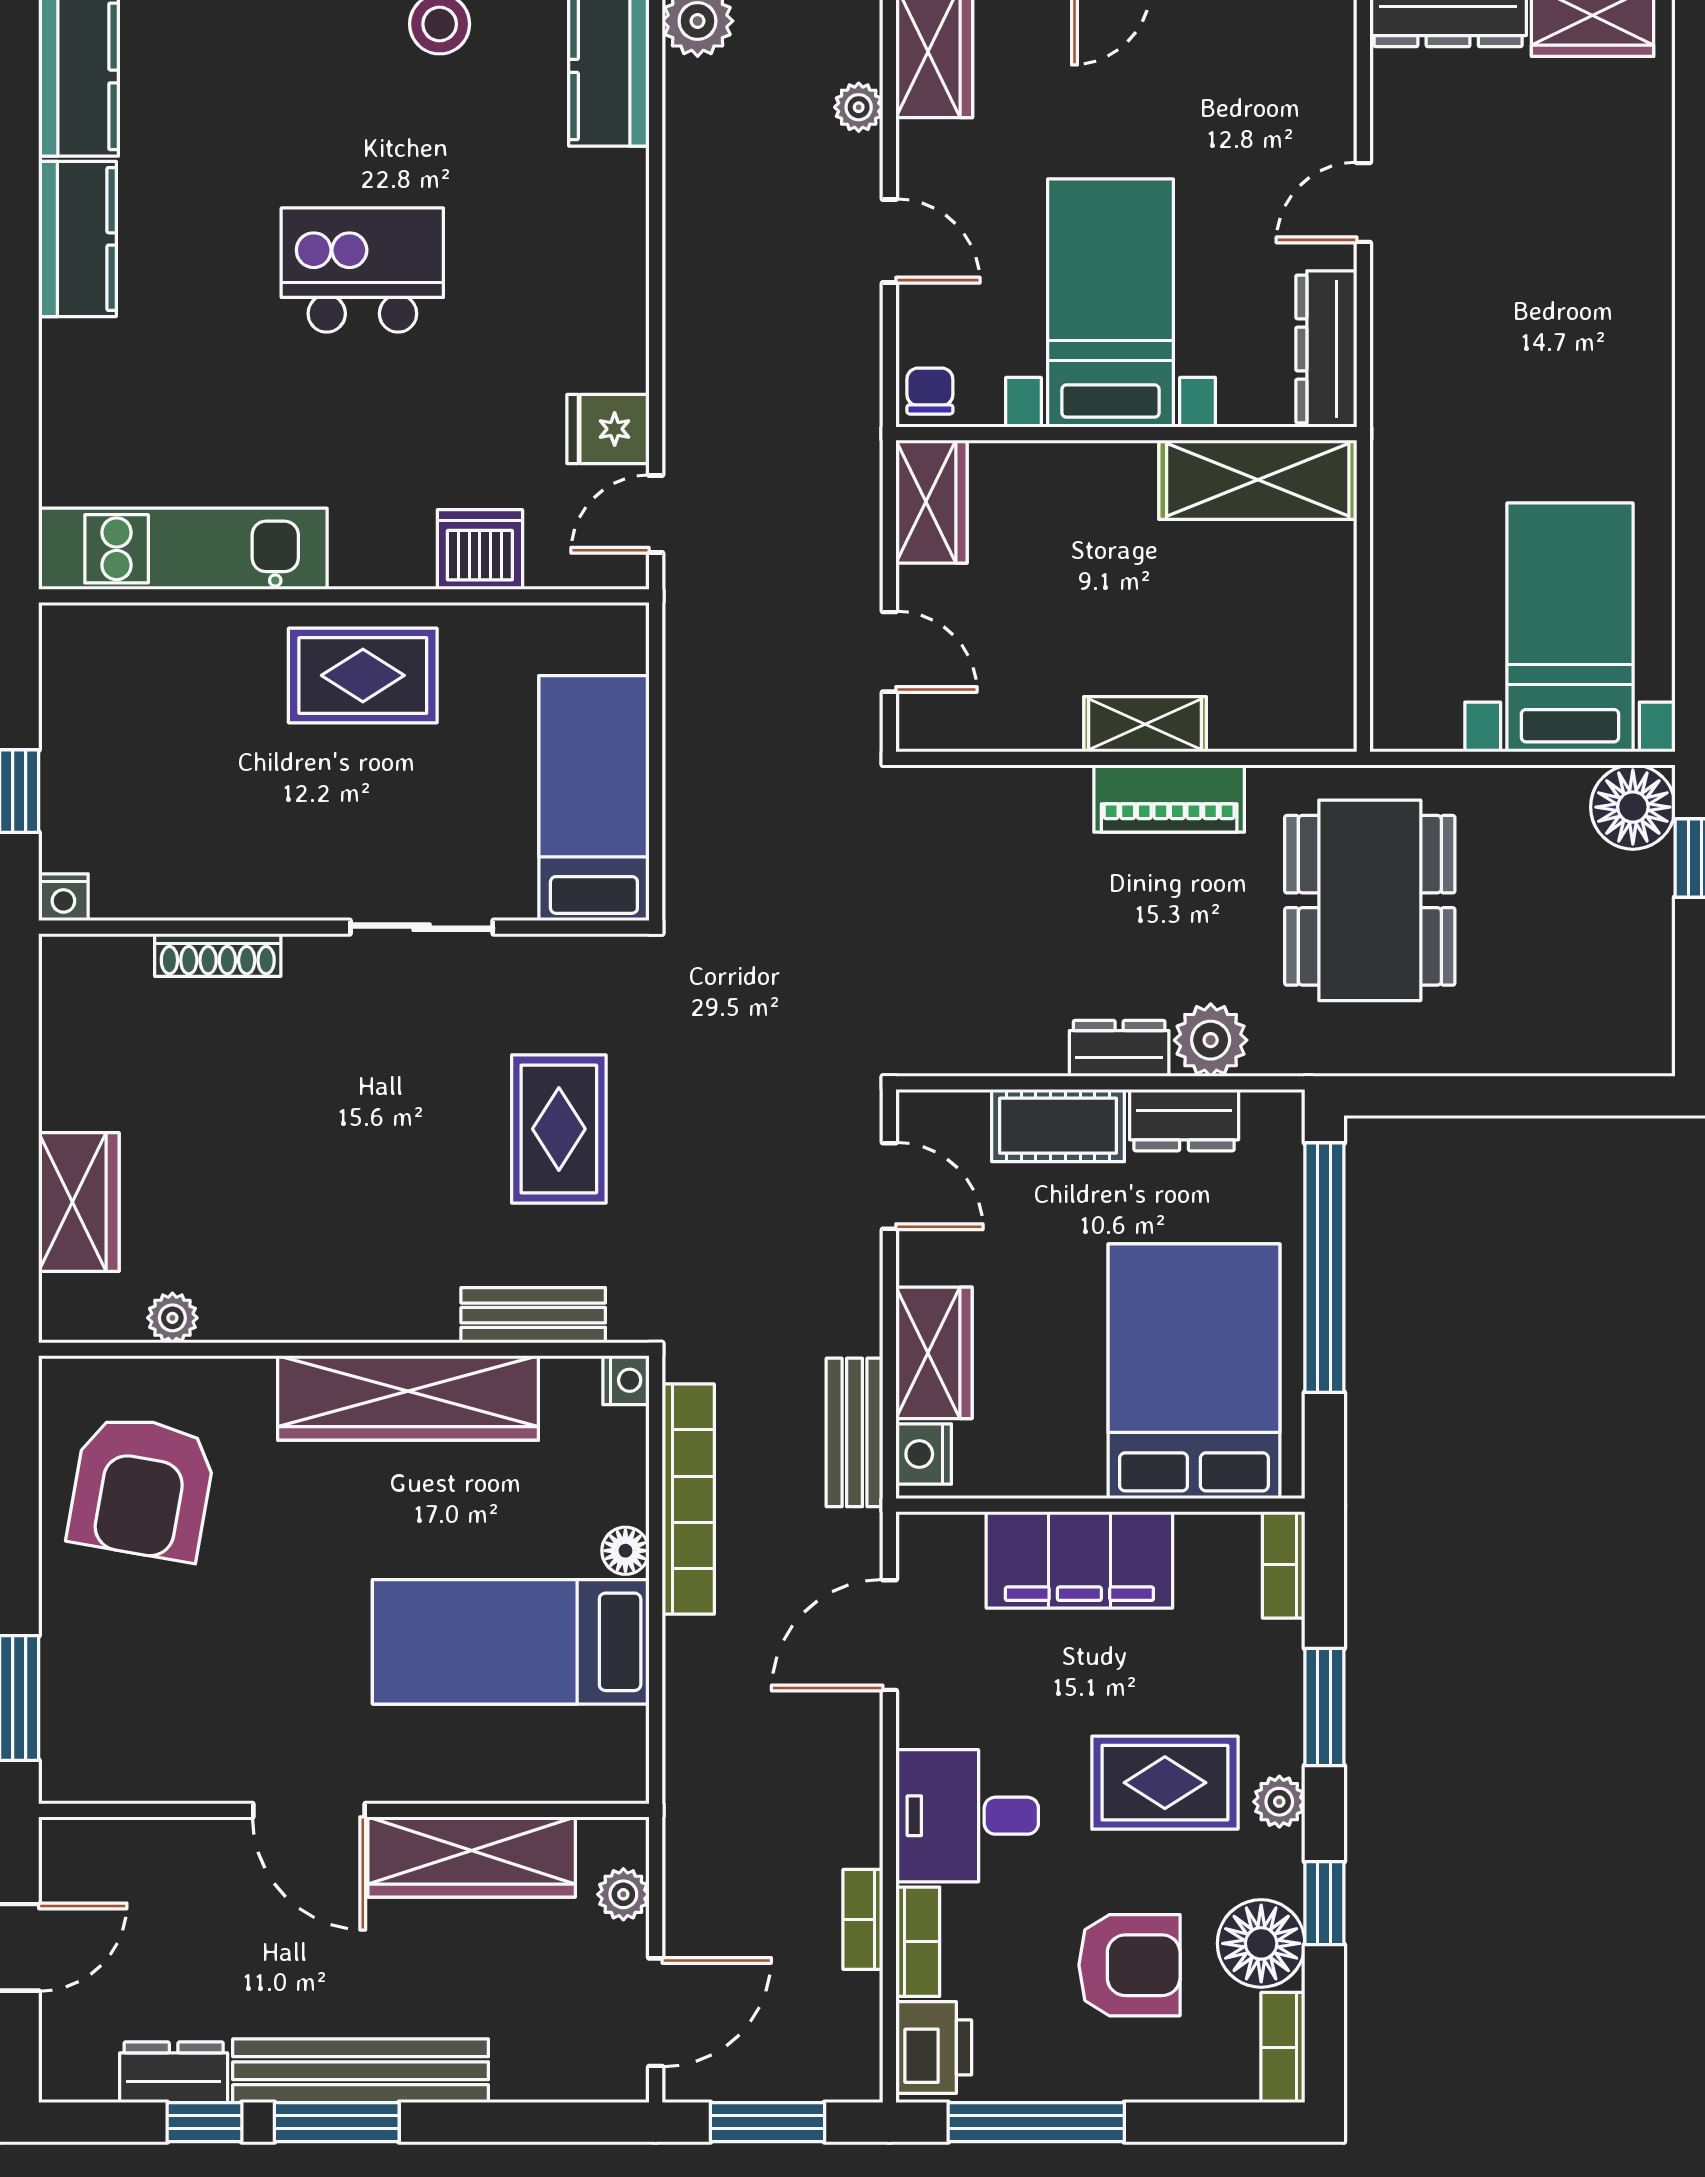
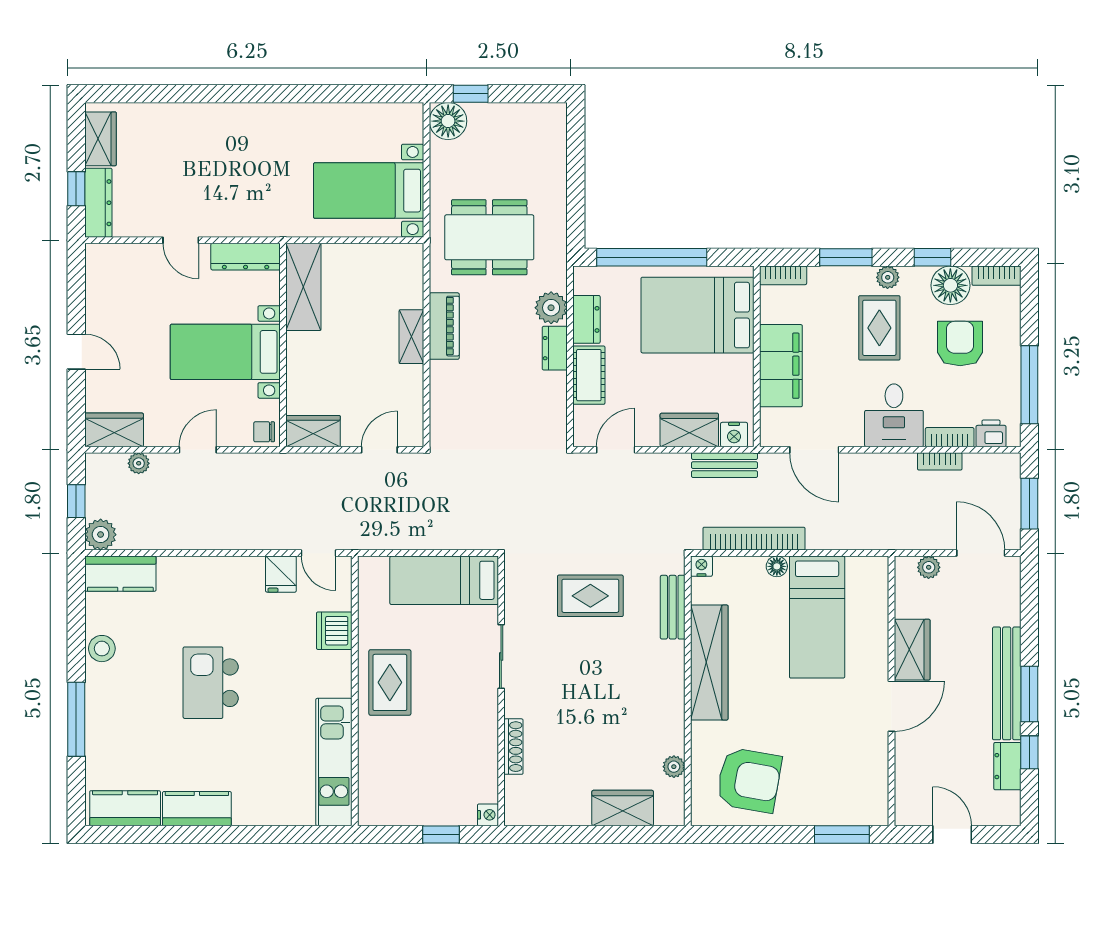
bed with nightstands: (1570, 627) -> (369, 191), moved
wardrobe: (472, 1857) -> (912, 650), width x0.67
printer: (934, 2047) -> (991, 433), width x0.73, depth x0.81

